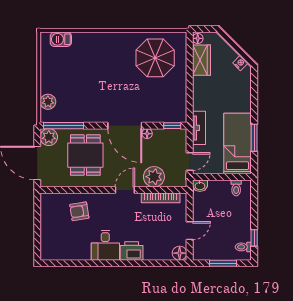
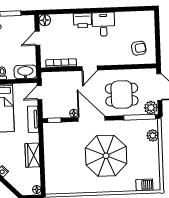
parasol: (155, 58) -> (106, 156), moved, width x1.36, depth x1.36
wardrobe: (201, 60) -> (32, 155), moved
dining table: (85, 155) -> (122, 95), turned 90
plant: (154, 177) -> (67, 80), removed
washbasin: (200, 186) -> (25, 72), width x1.91, depth x1.45
armchair: (79, 211) -> (139, 48), moved

